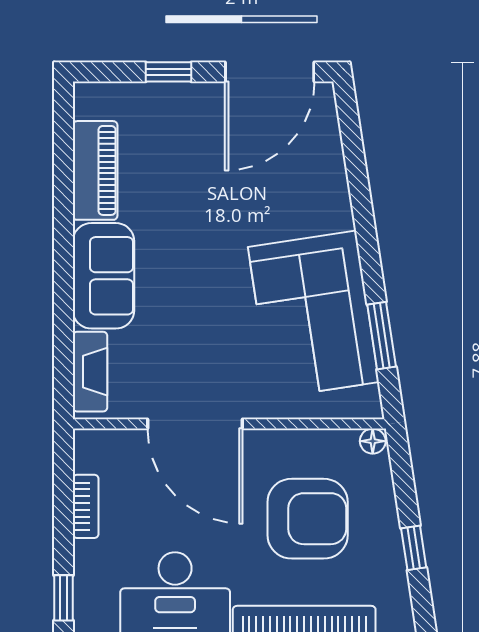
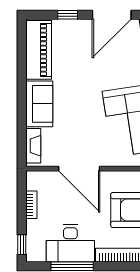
piano: (95, 170) -> (39, 50), width x1.37, depth x1.33

